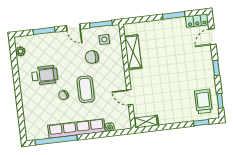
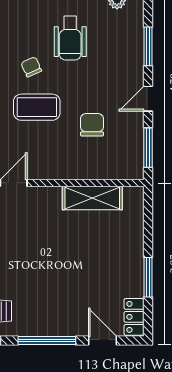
side table: (104, 39) -> (120, 150), removed
window: (216, 68) -> (47, 341), width x2.17

